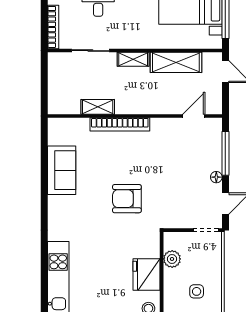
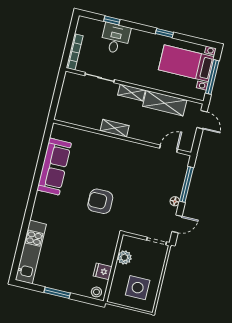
shelving: (98, 107) -> (115, 128), moved
bookcase: (120, 124) -> (109, 141), removed
sofa: (62, 170) -> (54, 166), width x1.36
fridge: (147, 274) -> (103, 271), width x0.53, depth x0.75
side table: (197, 291) -> (138, 288), width x1.87, depth x1.87

